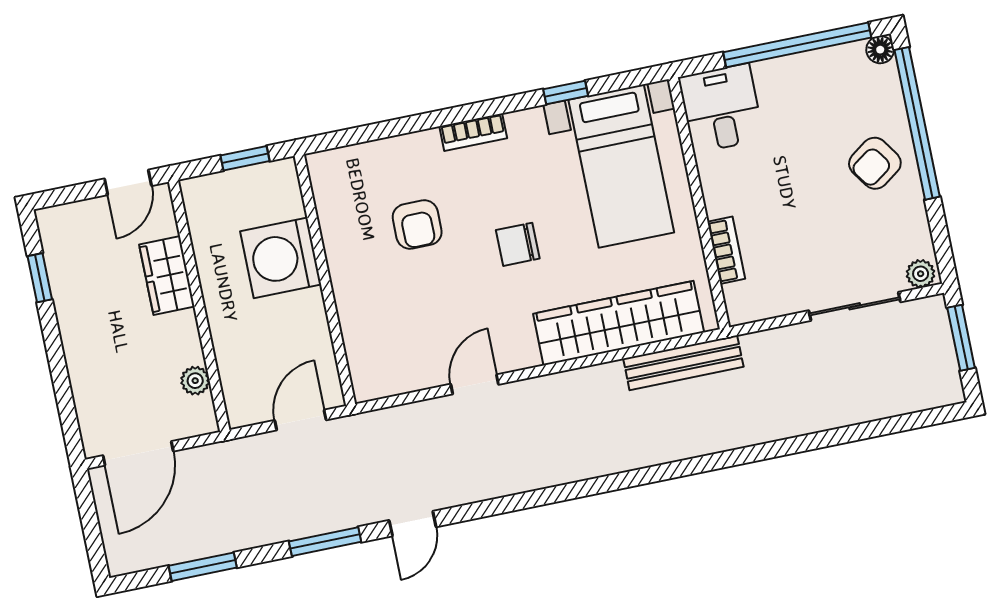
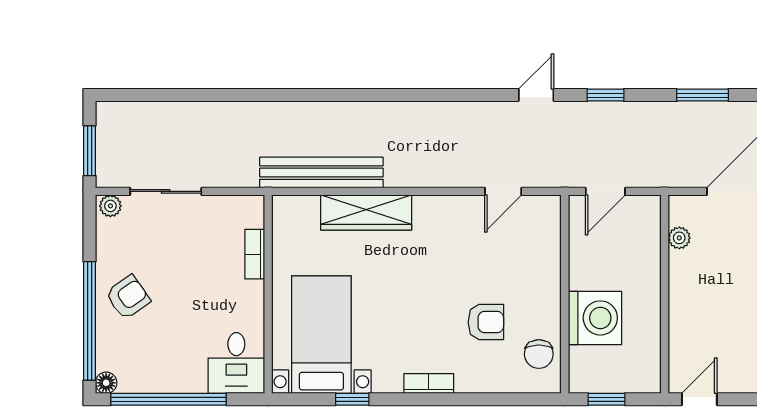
armchair: (417, 225) -> (486, 322), turned 90
chair: (518, 244) -> (539, 354), moved, turned 90
wardrobe: (167, 275) -> (684, 322), removed
wardrobe: (619, 323) -> (366, 212), width x0.71, depth x0.85
bench: (683, 363) -> (321, 173), width x1.37, depth x1.21
door: (475, 384) -> (503, 191), moved
window: (325, 542) -> (606, 95), width x0.67

